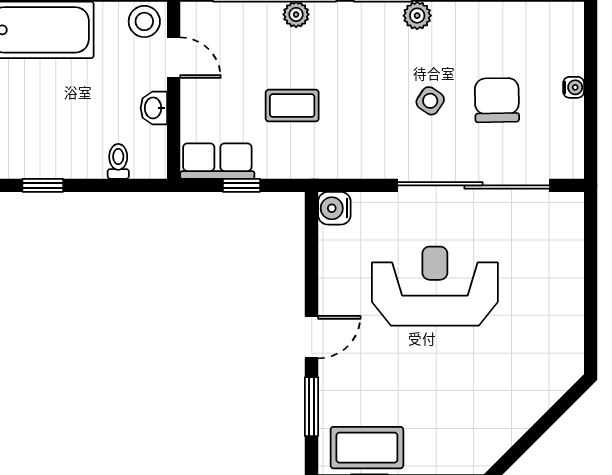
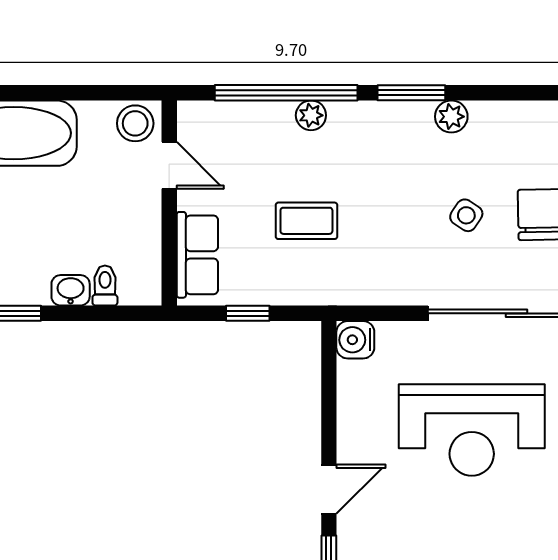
washbasin: (154, 108) -> (71, 290), moved, turned 90
row of seats: (217, 161) -> (197, 255), moved, turned 90
reception desk: (435, 286) -> (472, 430), turned 180

